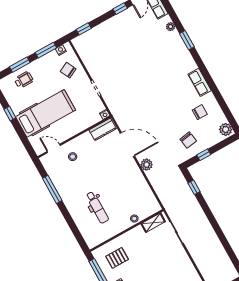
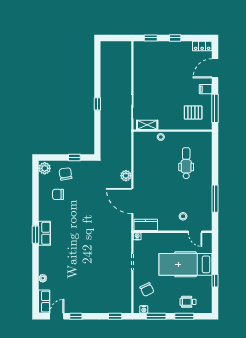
window: (187, 40) -> (36, 235), moved
row of seats: (200, 82) -> (44, 233), moved
chair: (188, 140) -> (65, 174), moved
window: (194, 187) -> (97, 104), moved

